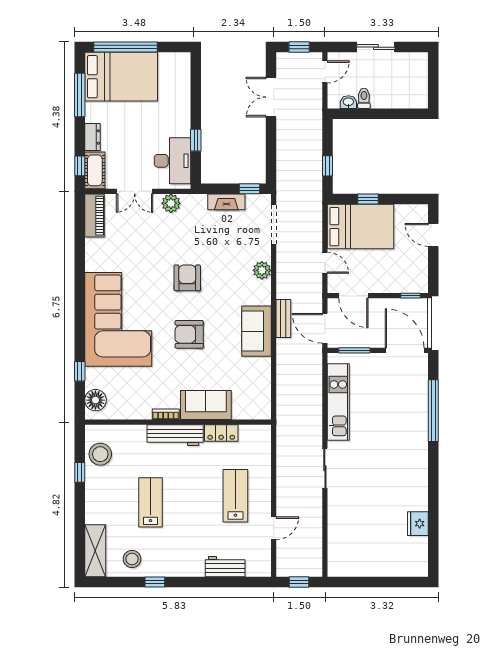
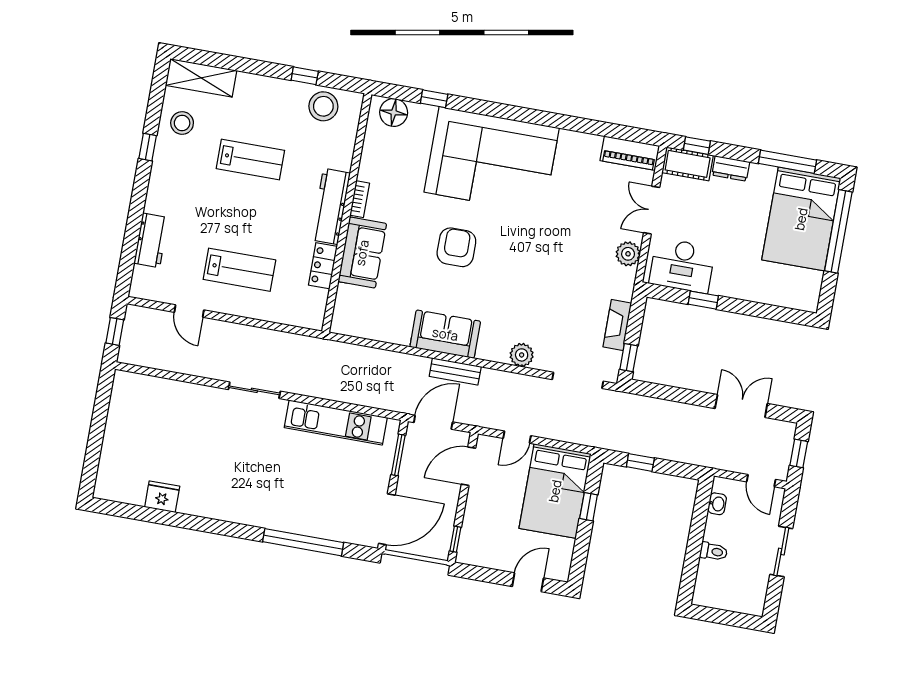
toilet: (364, 98) -> (714, 551), moved
armchair: (187, 278) -> (529, 258), removed

